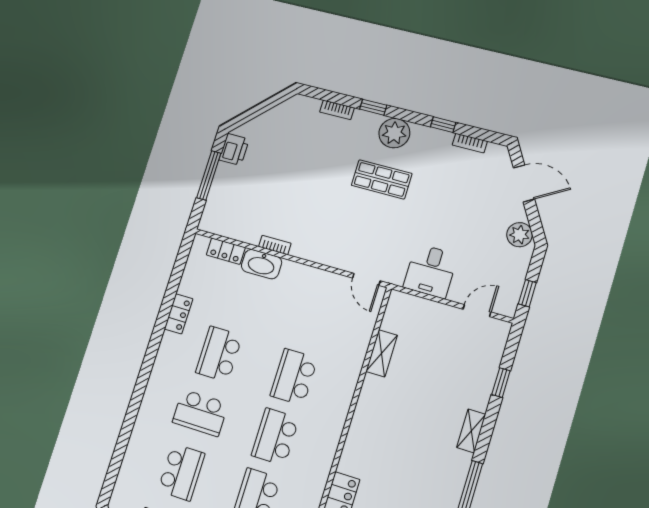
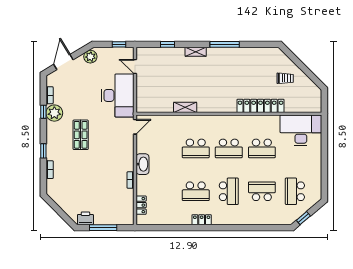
plant: (394, 133) -> (54, 113), moved
washbasin: (262, 264) -> (142, 164), moved
desk: (431, 271) -> (118, 95), width x1.87, depth x1.30
locker: (179, 314) -> (202, 220), moved
shelving: (382, 353) -> (185, 107), moved

